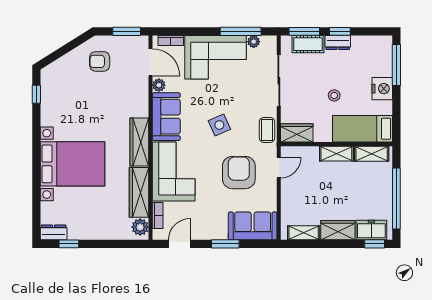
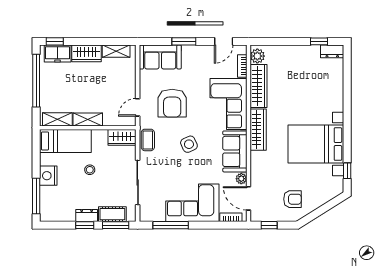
window: (127, 31) -> (269, 225), width x0.67
plant: (254, 42) -> (159, 216), removed
bed with nightstands: (72, 164) -> (316, 144), moved

